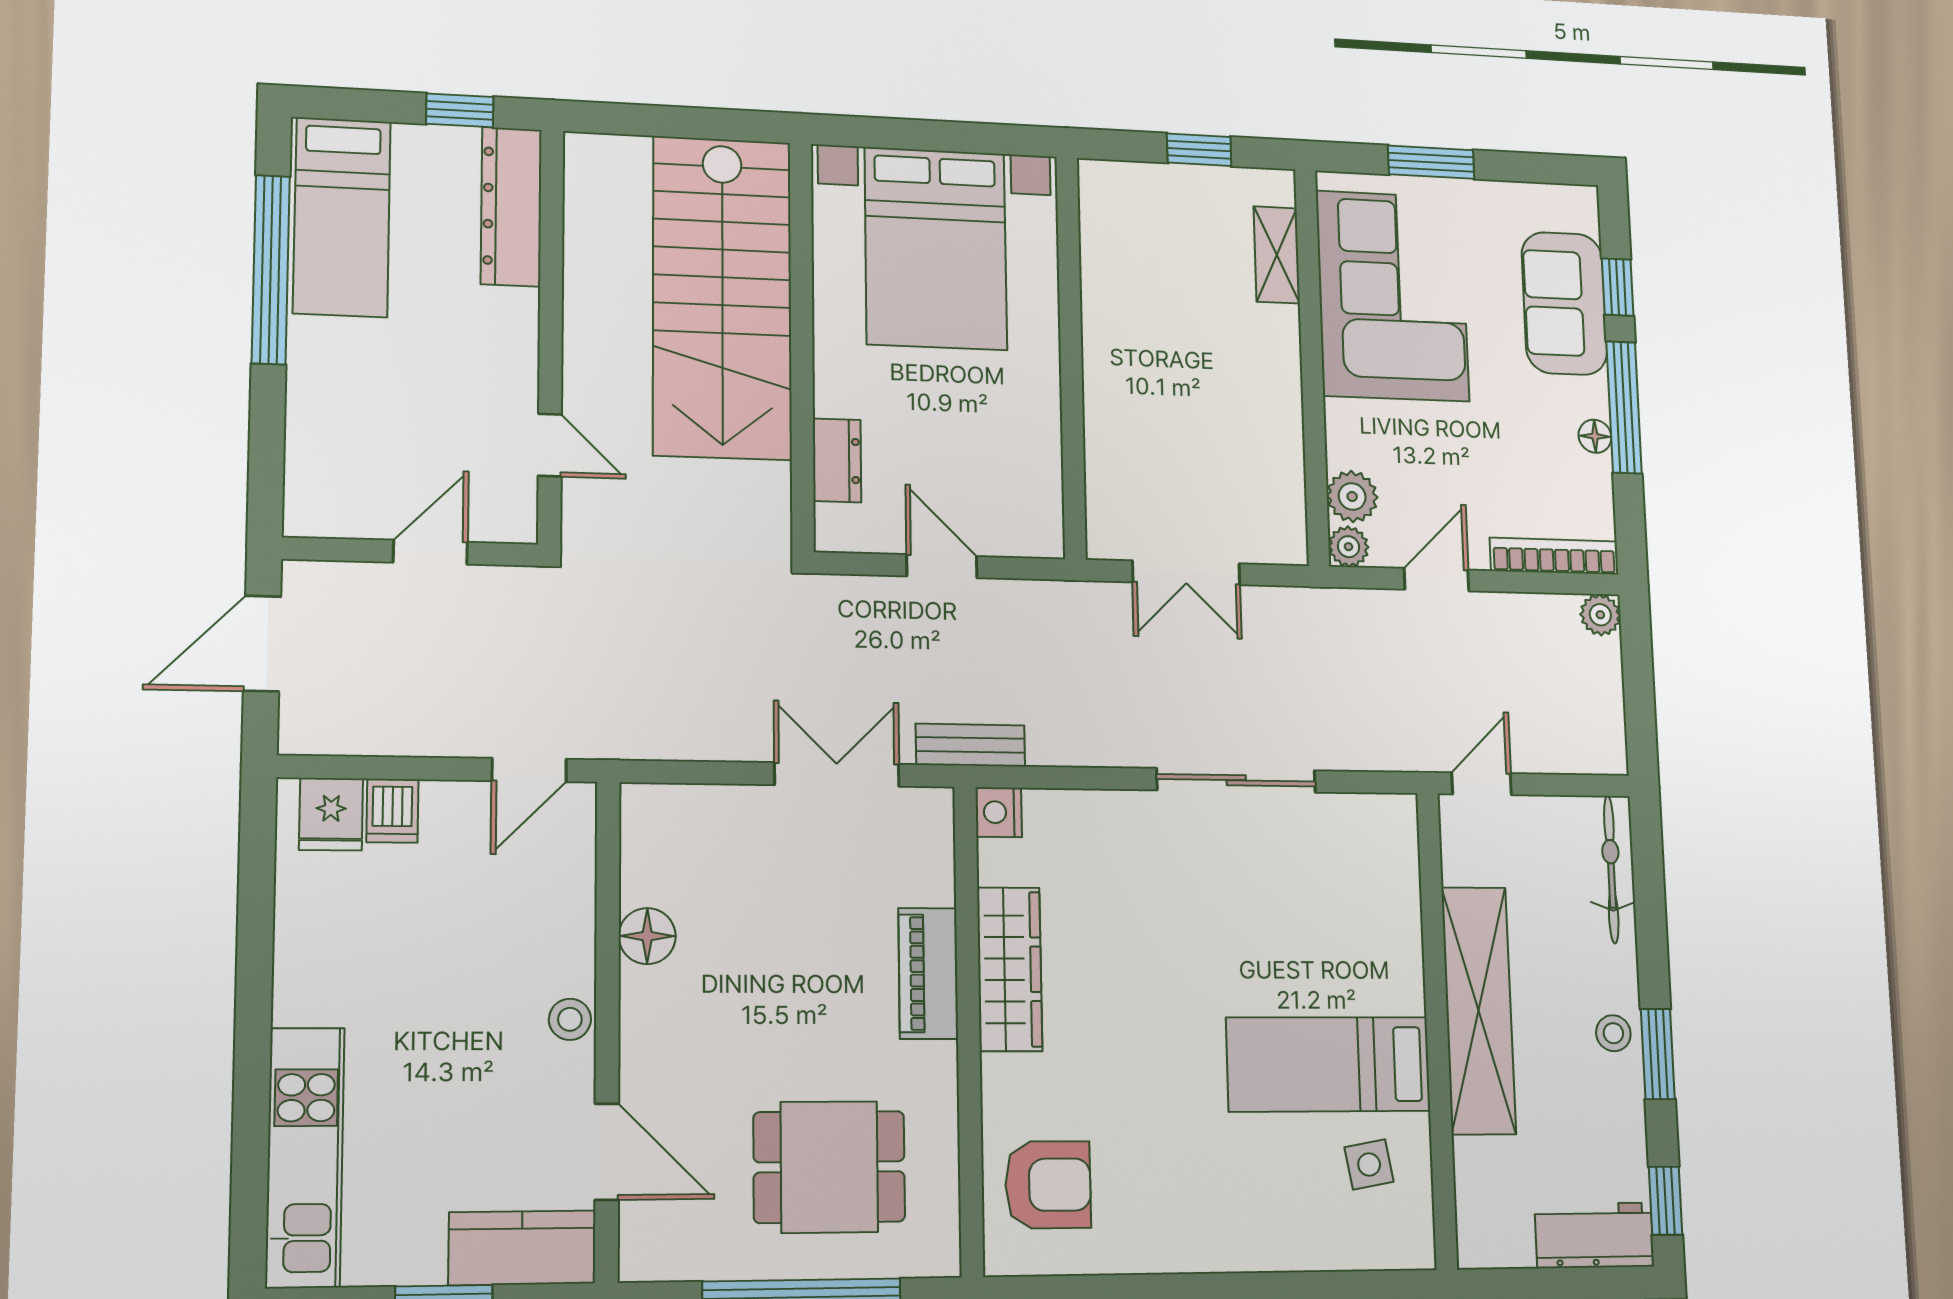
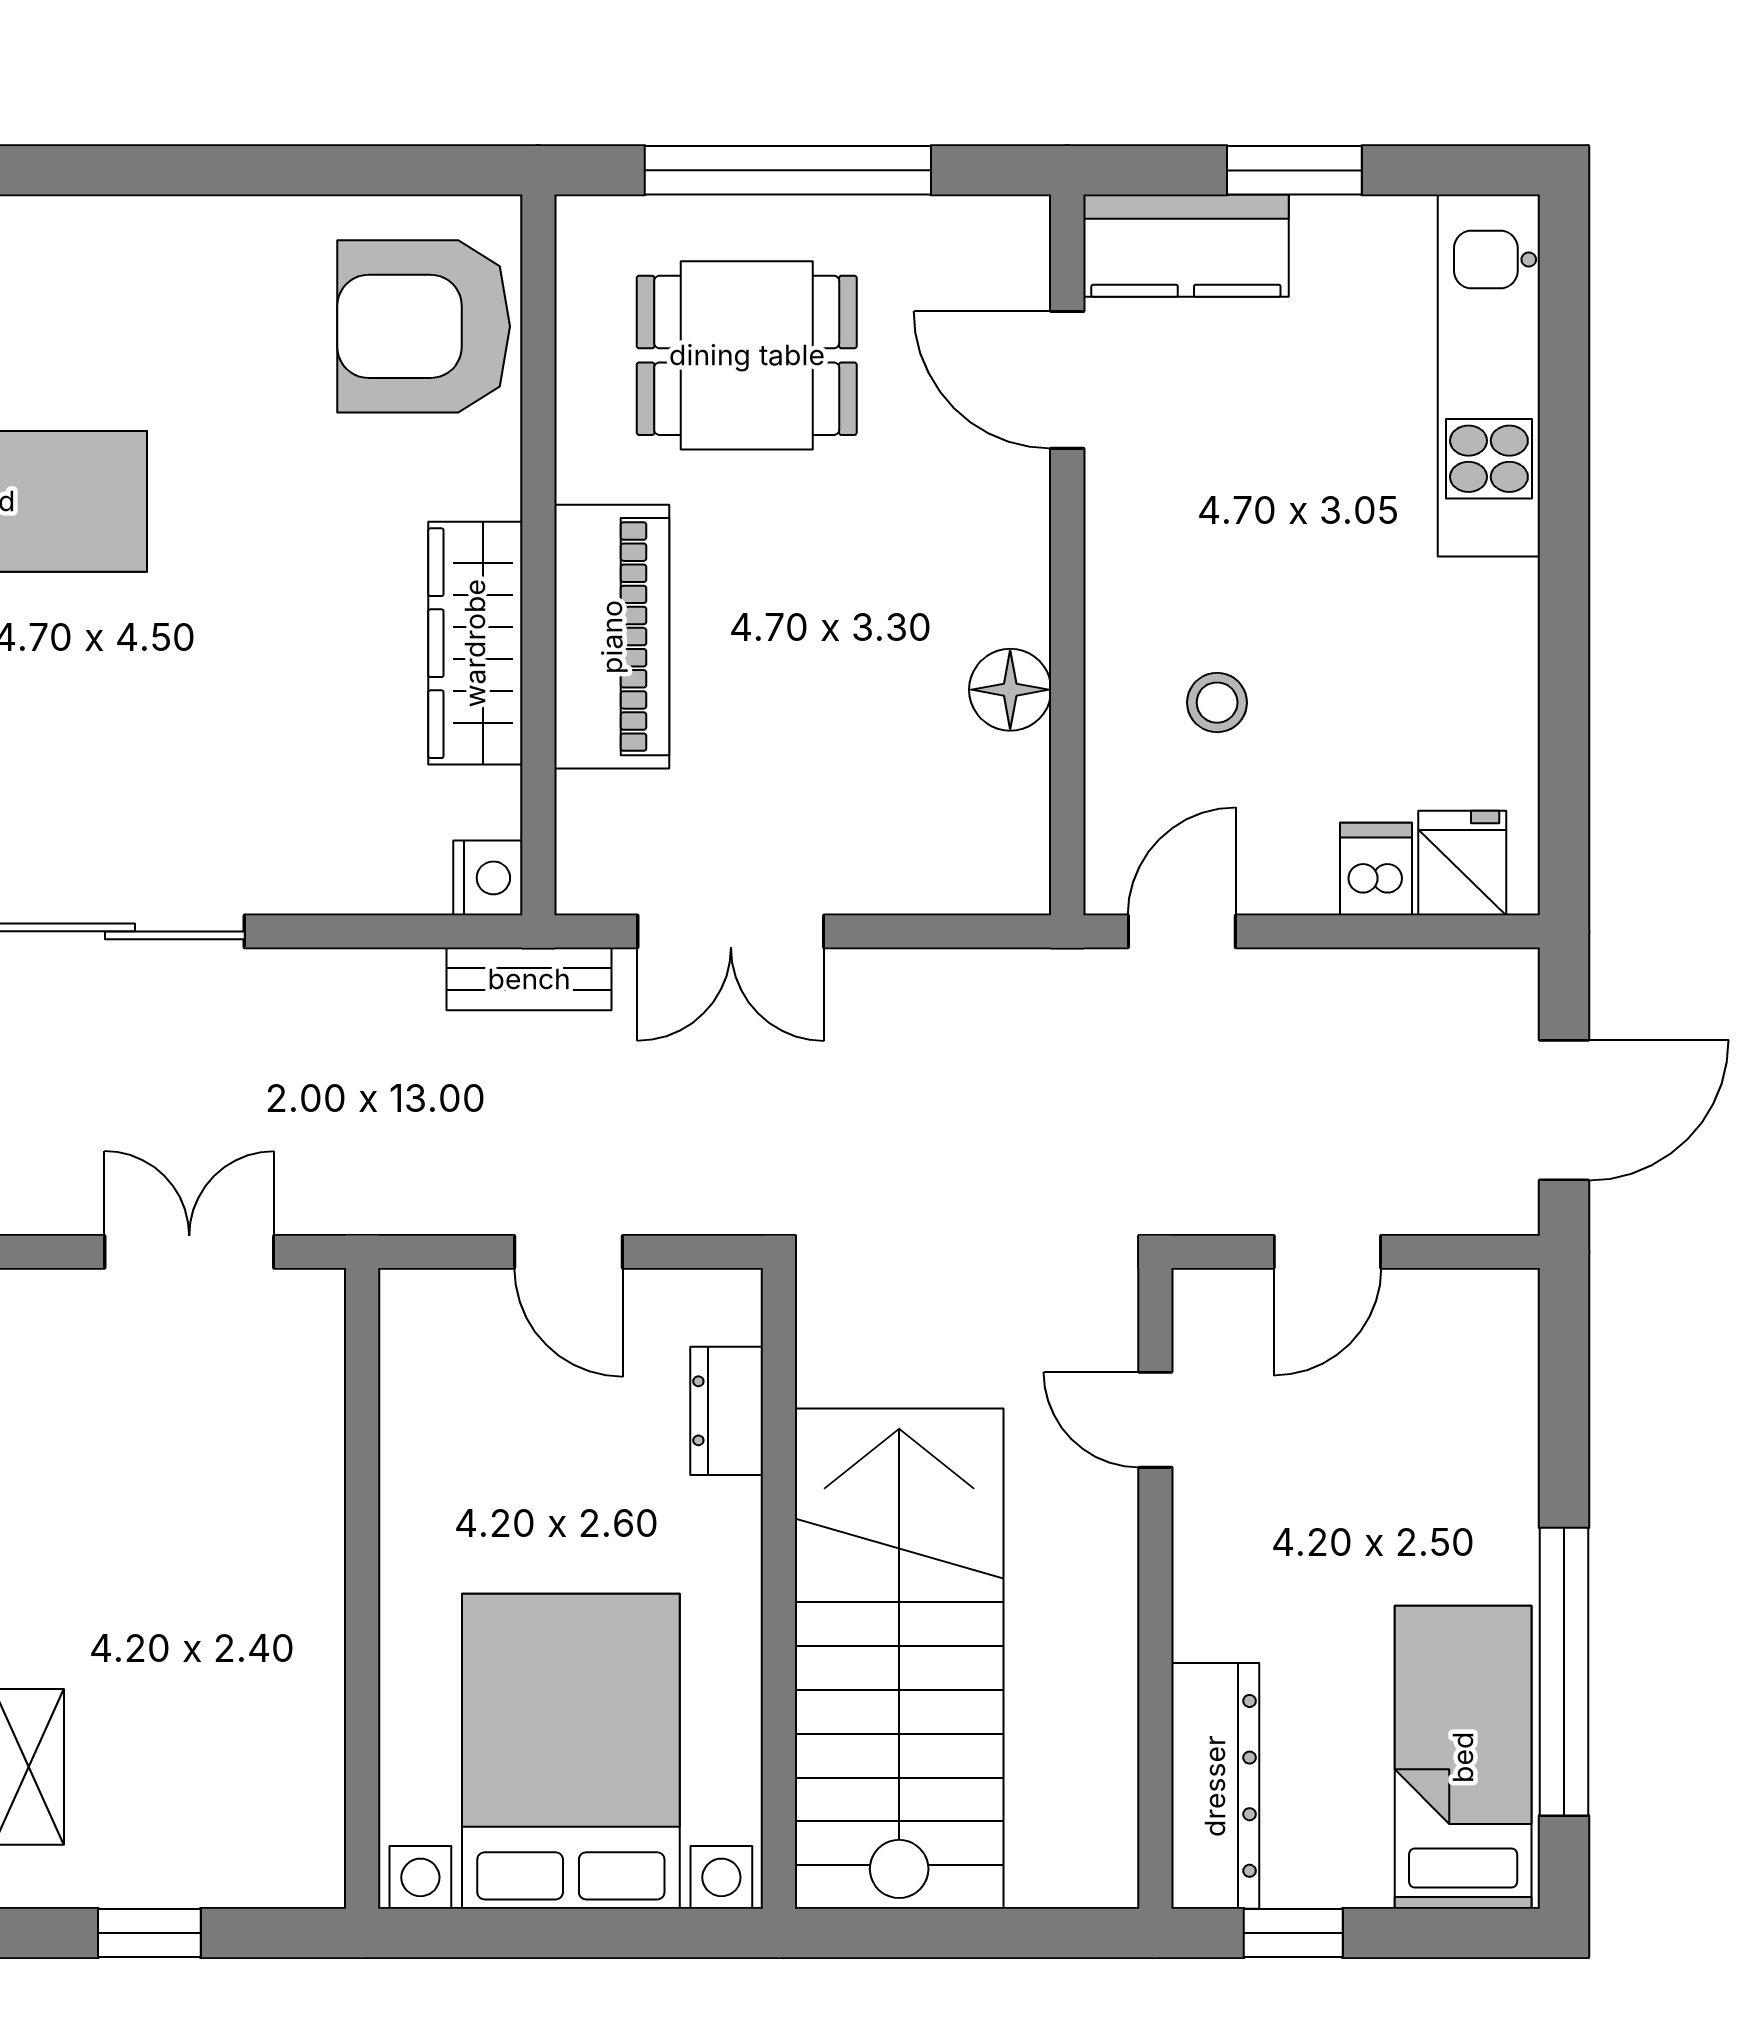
piano: (928, 973) -> (612, 637), width x1.37, depth x1.33
stool: (570, 1019) -> (1217, 703), moved
armchair: (1048, 1185) -> (424, 326), width x1.36, depth x1.36

